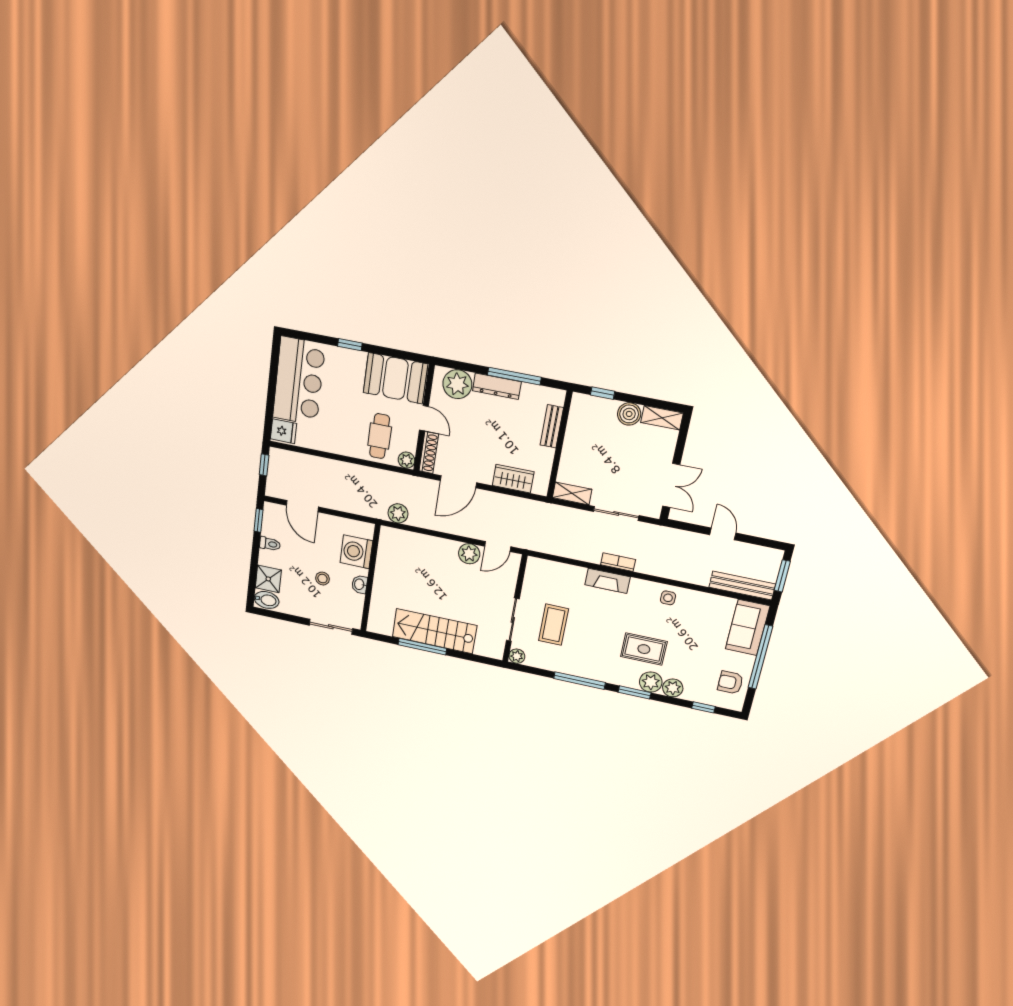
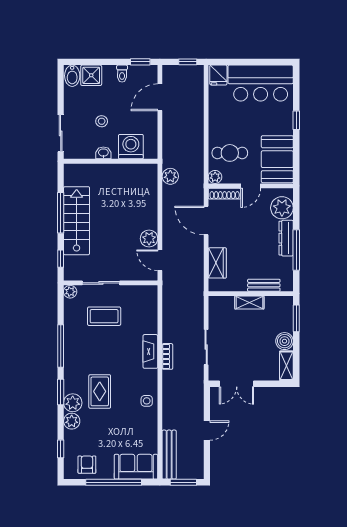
window: (603, 393) -> (296, 318), width x1.50
shelving: (572, 493) -> (249, 302), moved, turned 90
window: (476, 658) -> (61, 259), added

